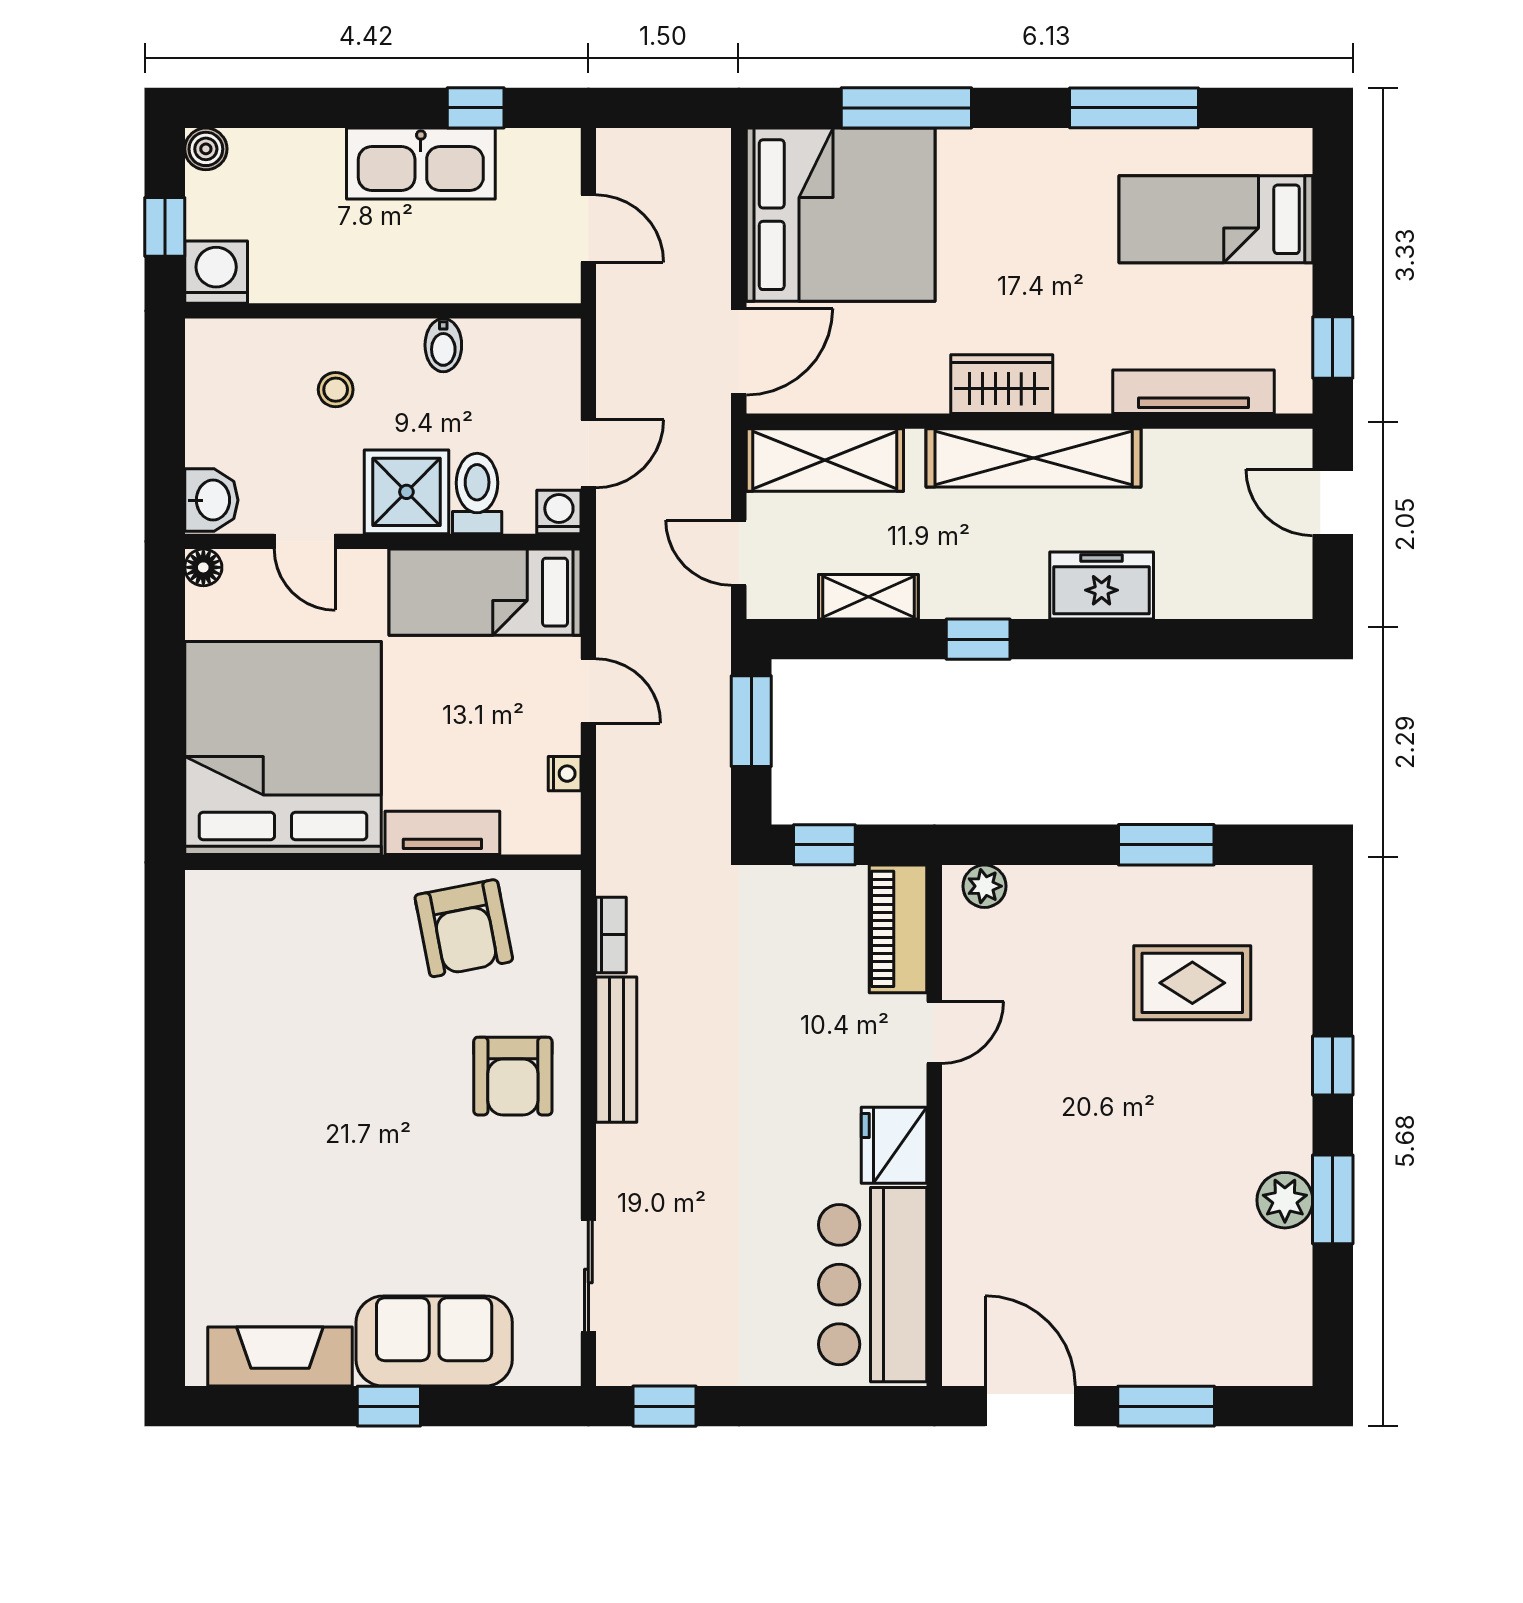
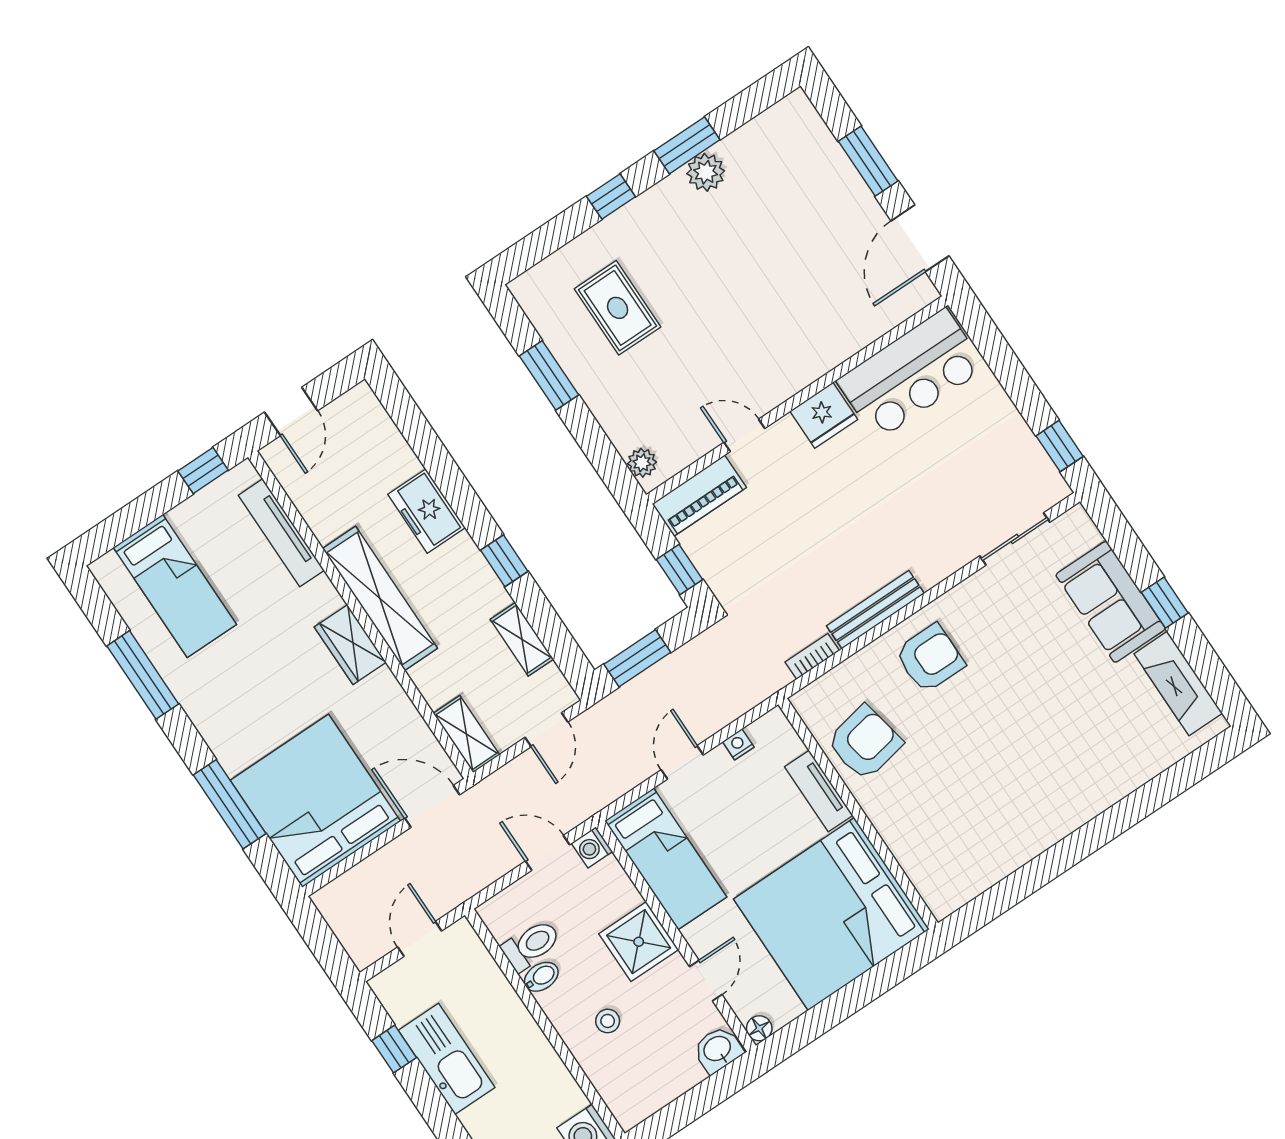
shelving: (825, 460) -> (466, 734), width x0.67, depth x0.75
toilet: (477, 494) -> (531, 945), moved, turned 180

